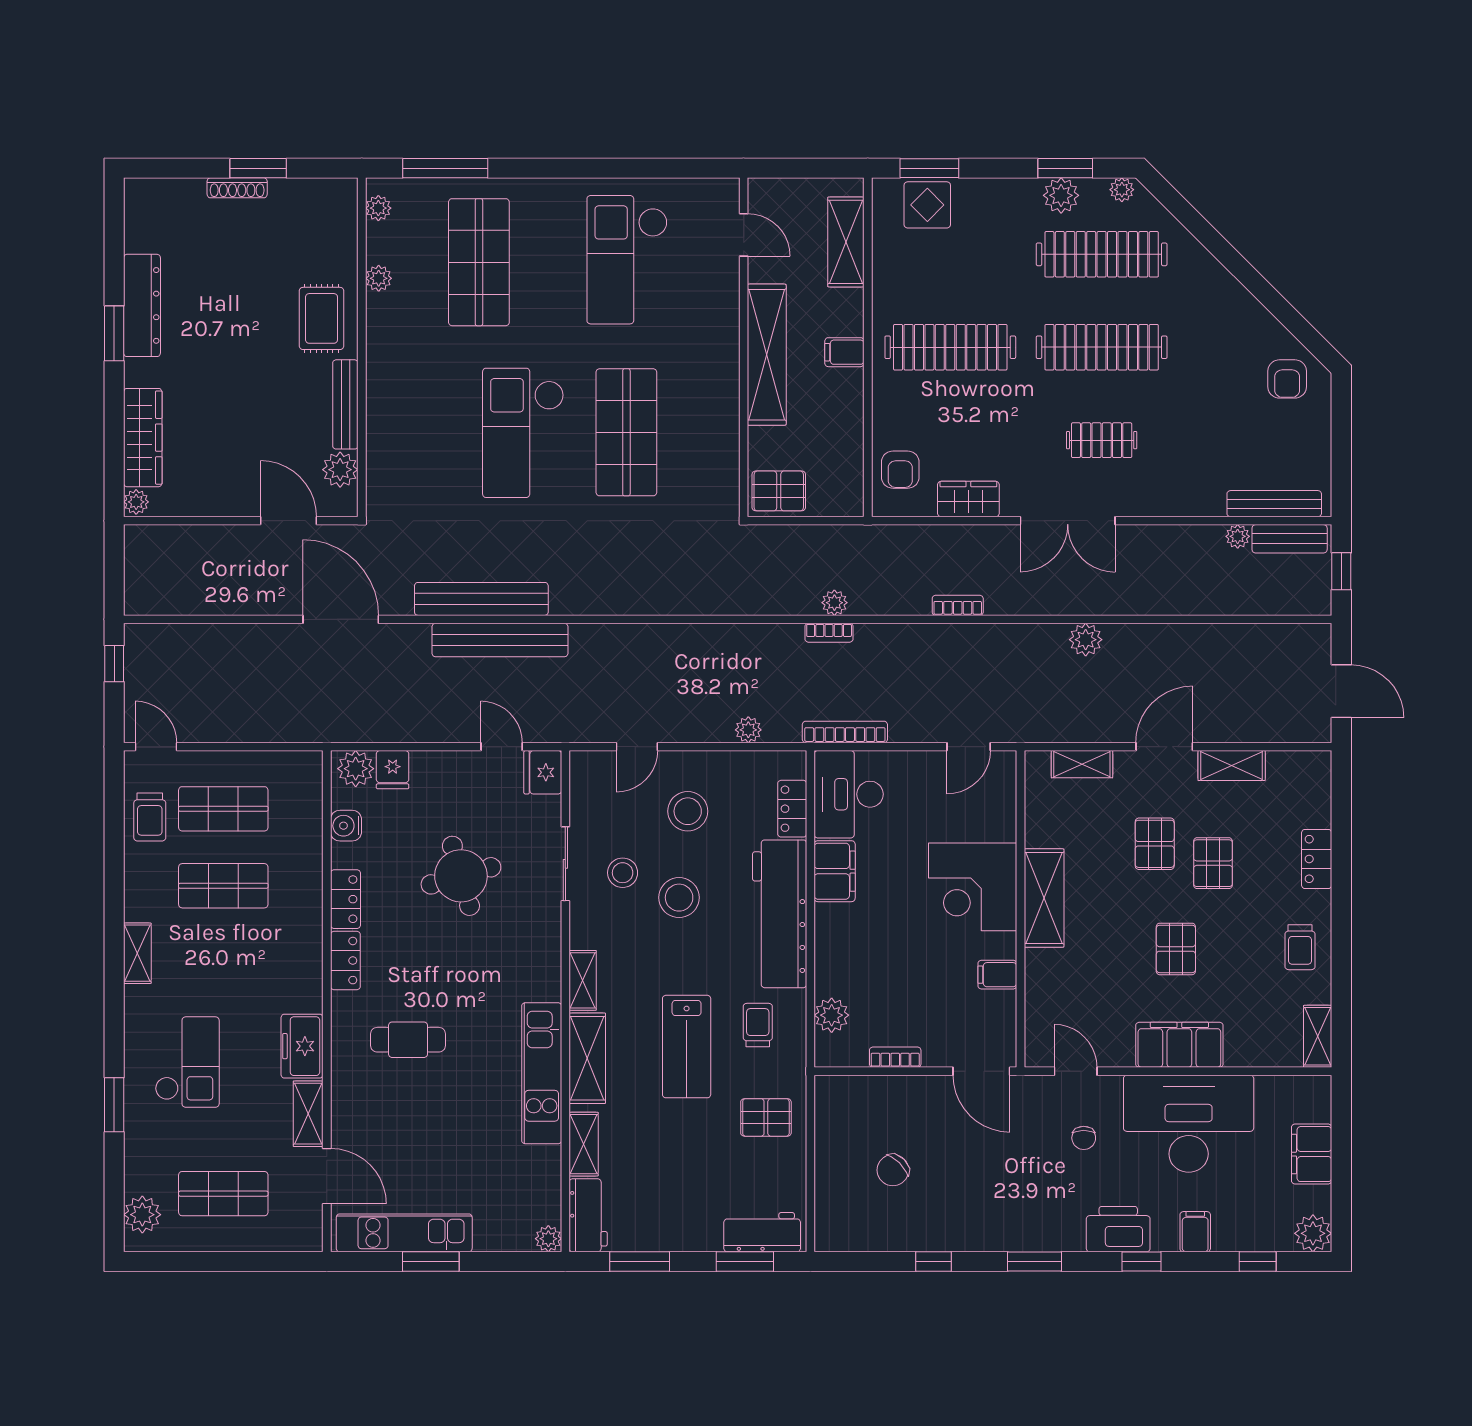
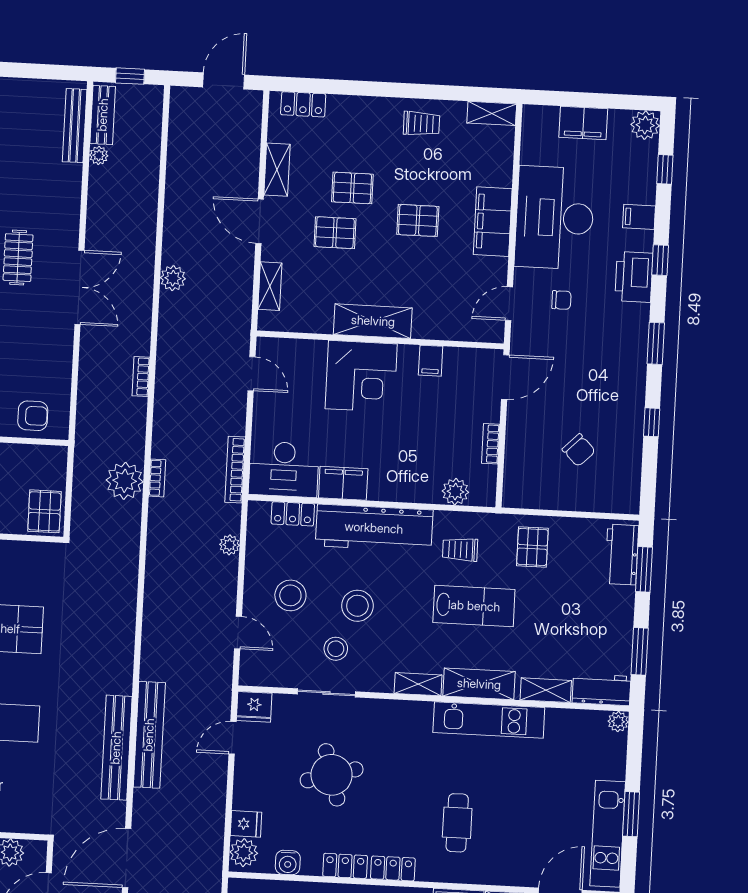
wardrobe: (968, 499) -> (59, 364), removed
plant: (834, 603) -> (125, 481), width x1.88, depth x1.88
locker: (1317, 859) -> (303, 104), moved

